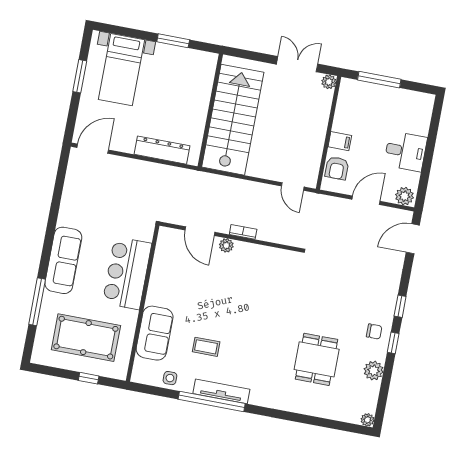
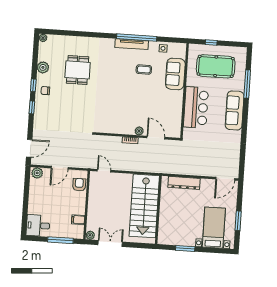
double door: (297, 64) -> (110, 243), swing flipped
filing cabinet: (340, 141) -> (78, 220), moved
desk: (406, 151) -> (38, 225), moved

